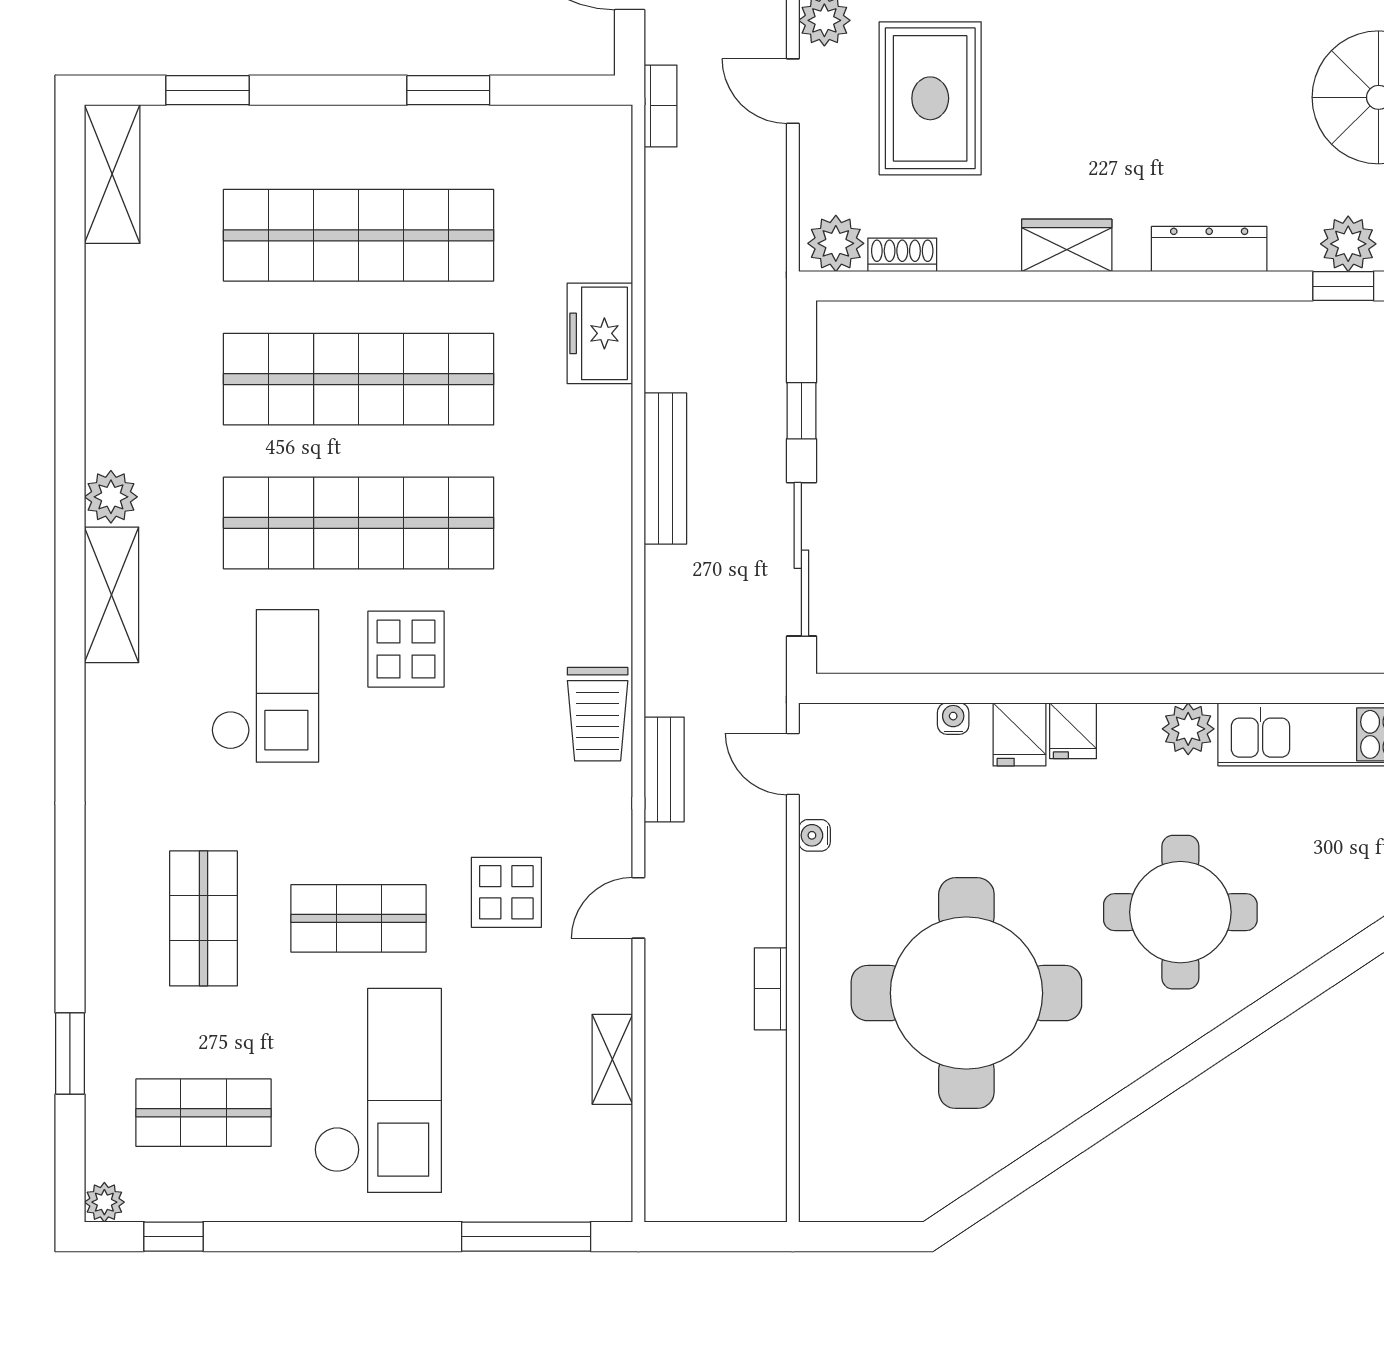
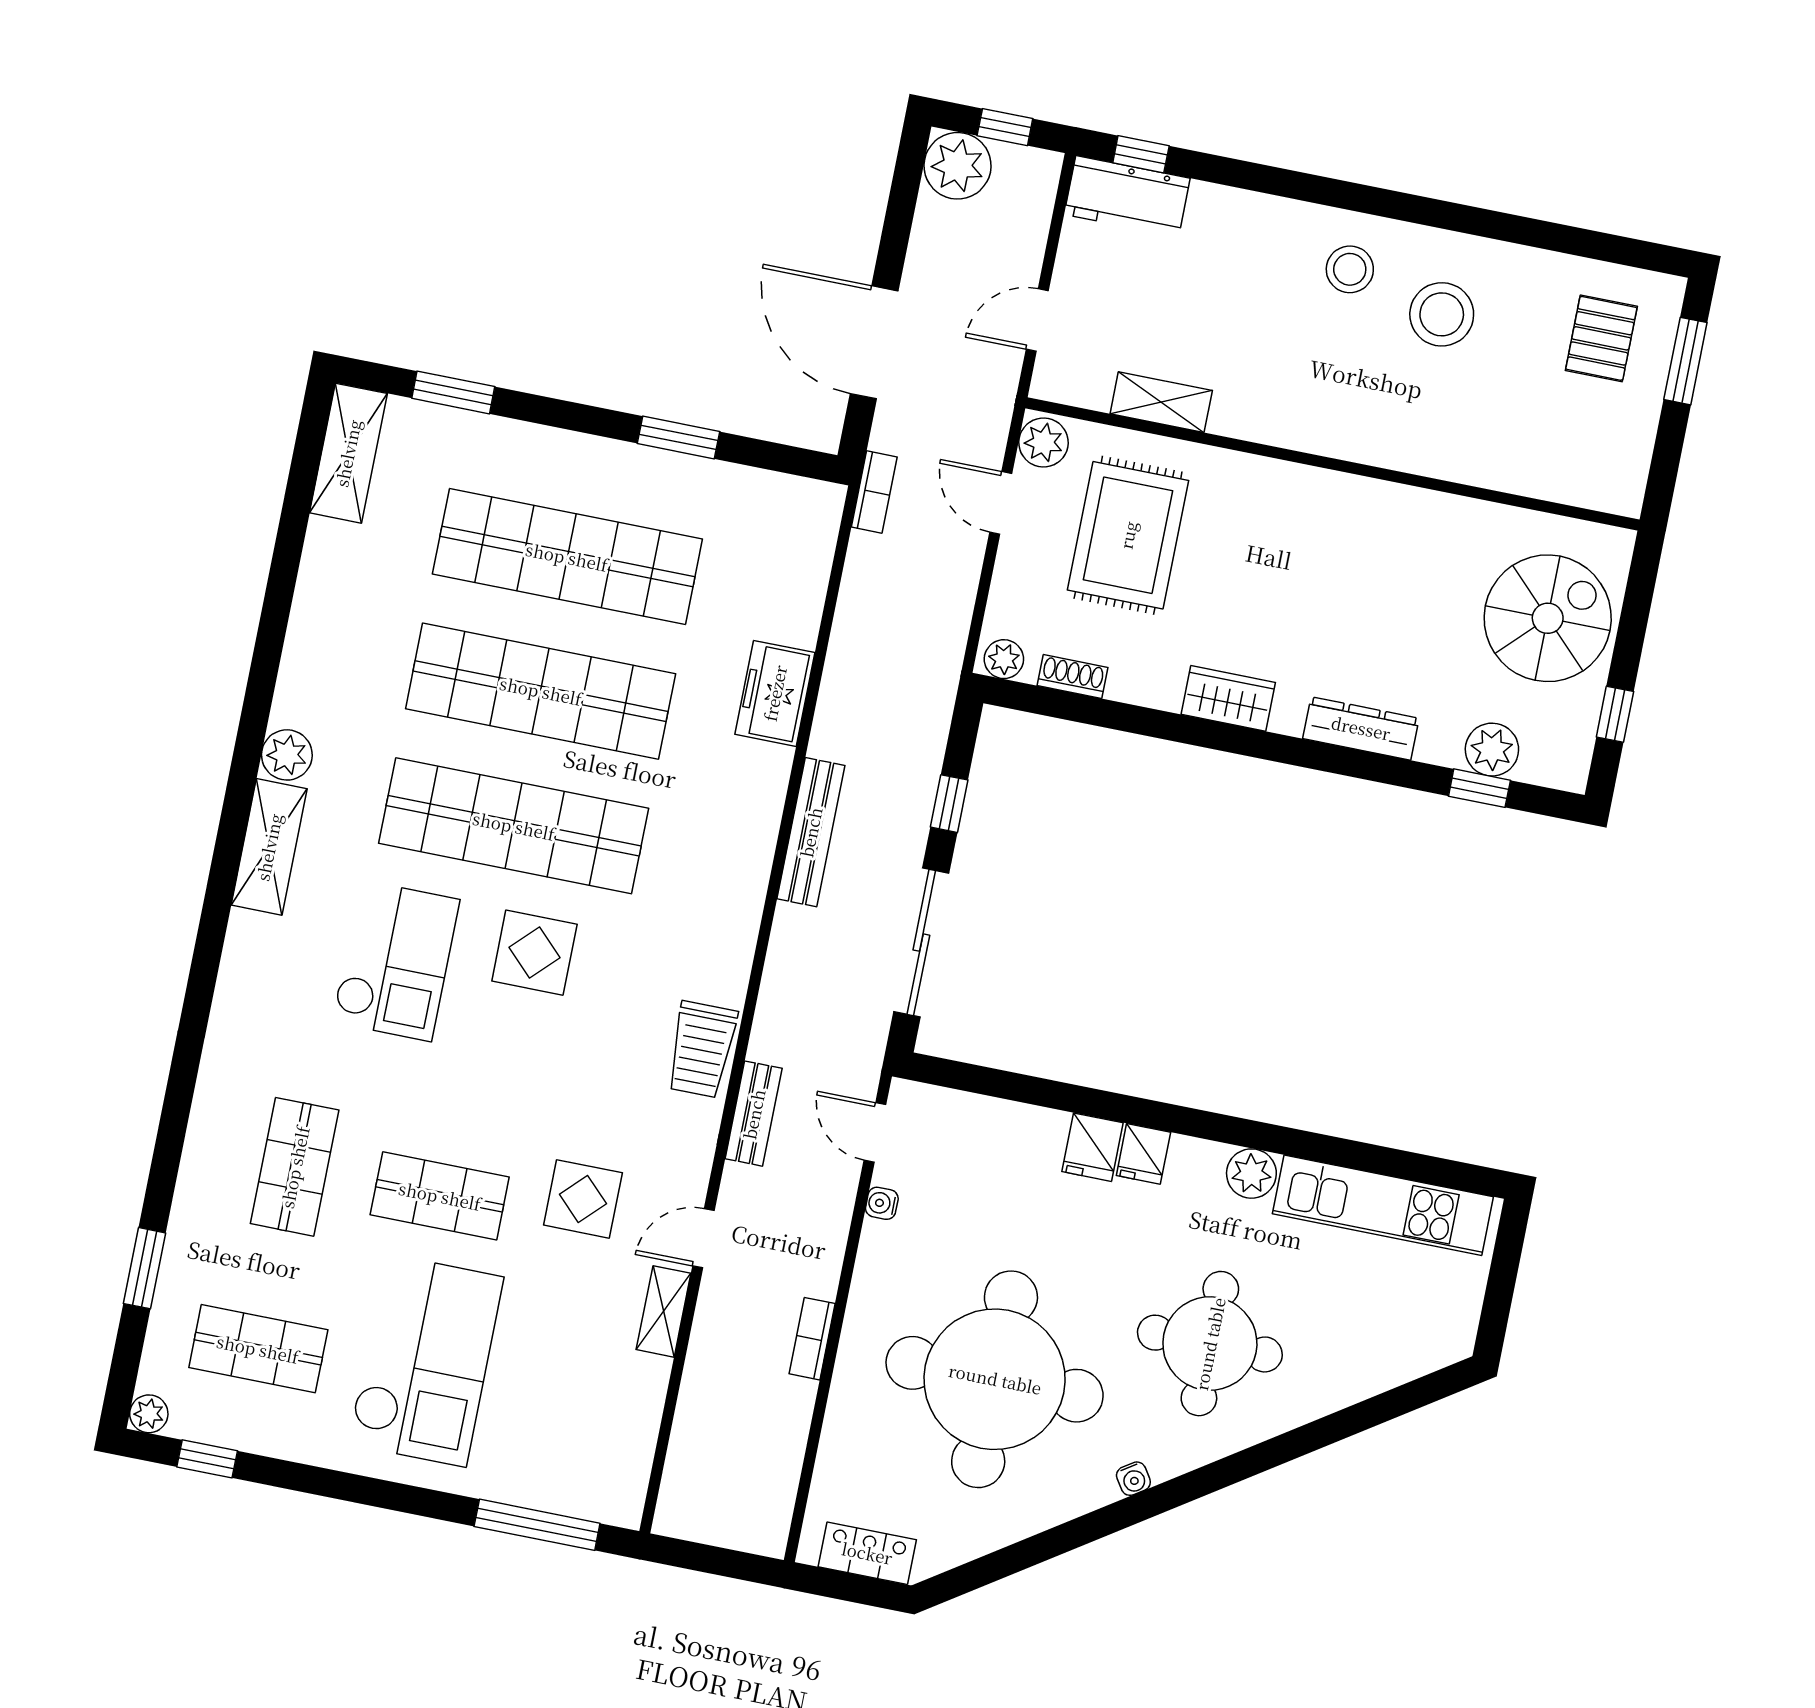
plant: (836, 243) -> (1004, 659), width x0.73, depth x0.73
water cooler: (953, 719) -> (1133, 1479), moved, turned 146
shelving: (612, 1059) -> (664, 1311), moved
locker: (871, 1198) -> (867, 1553), added

